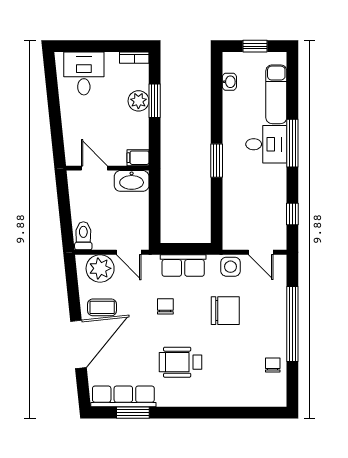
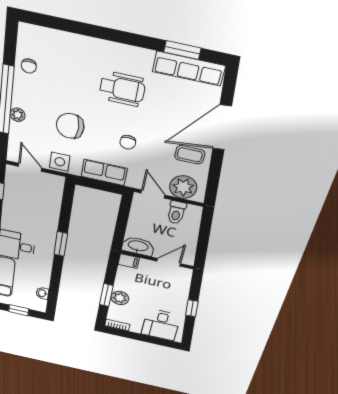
window: (54, 109) -> (192, 308), added
door: (94, 168) -> (169, 262), swing flipped
toilet: (83, 236) -> (176, 212), moved
plant: (279, 310) -> (18, 115), added

